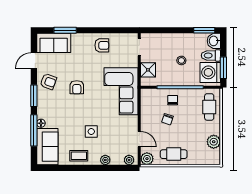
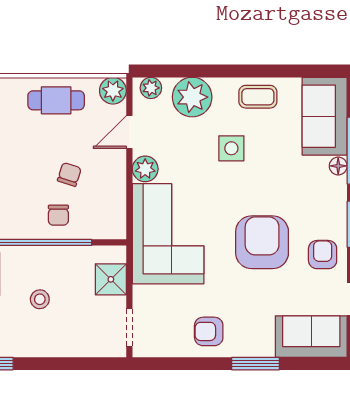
window: (65, 30) -> (256, 364), moved
armchair: (48, 82) -> (323, 255), turned 70
armchair: (77, 87) -> (262, 242), width x1.88, depth x1.88
plant: (132, 122) -> (145, 169), added
door: (139, 139) -> (129, 132), hinge flipped
plant: (105, 160) -> (192, 97), width x1.88, depth x1.88

